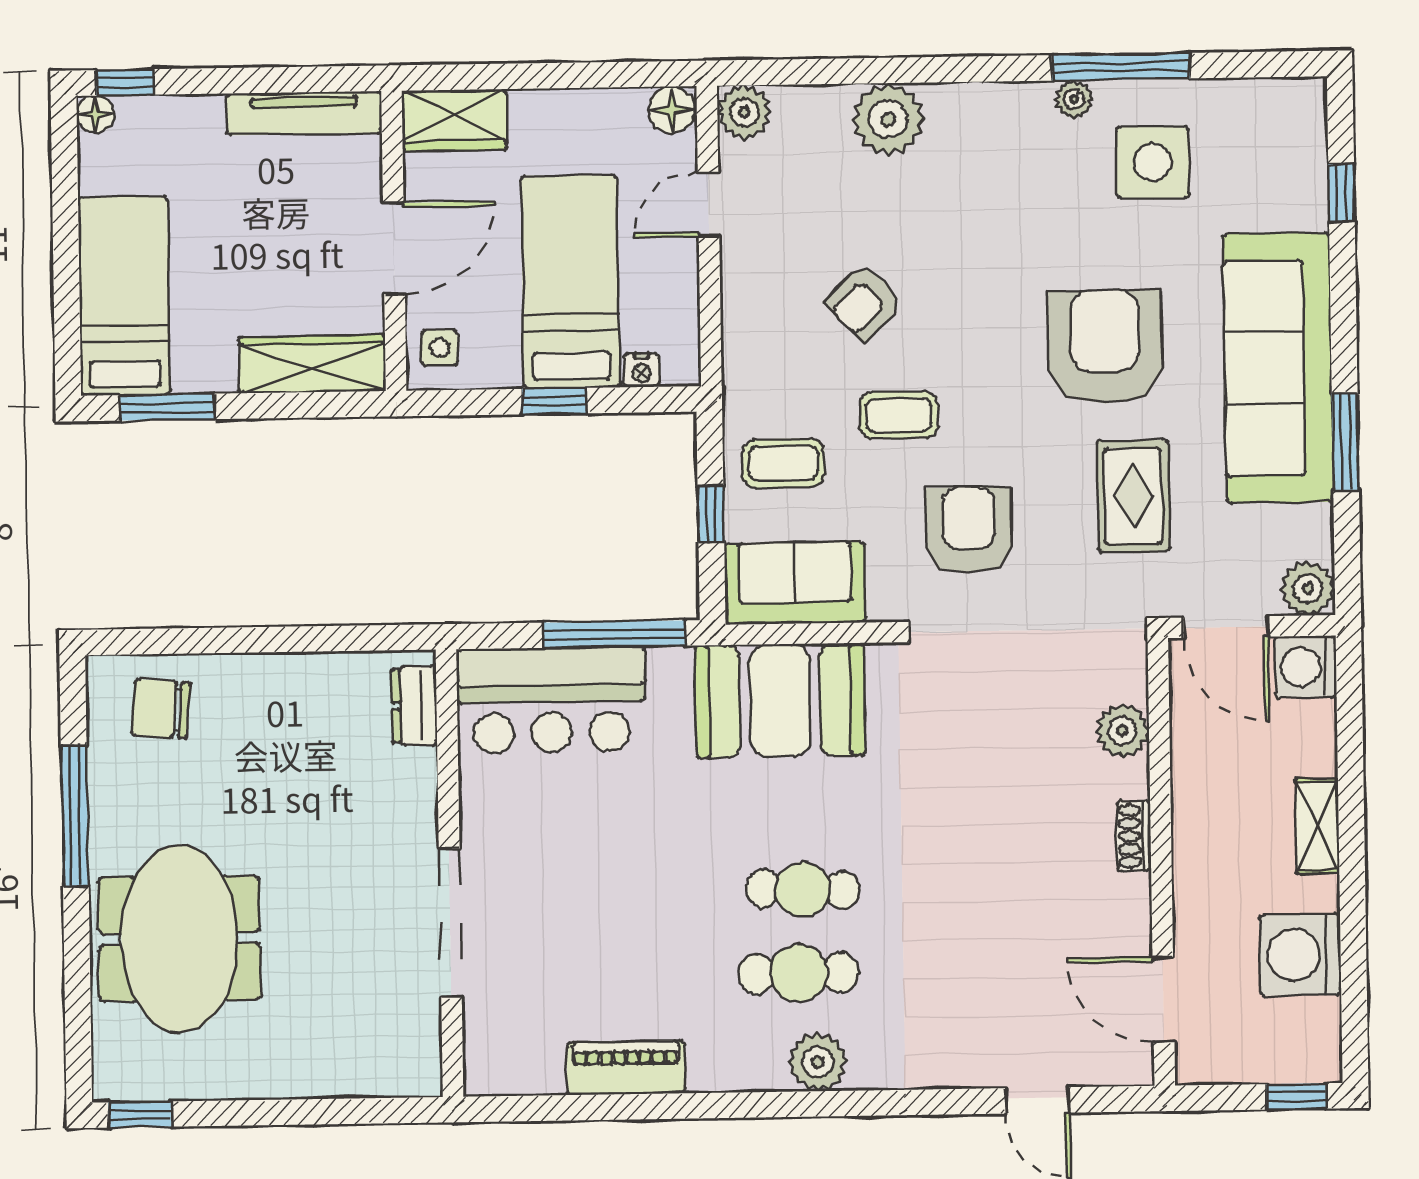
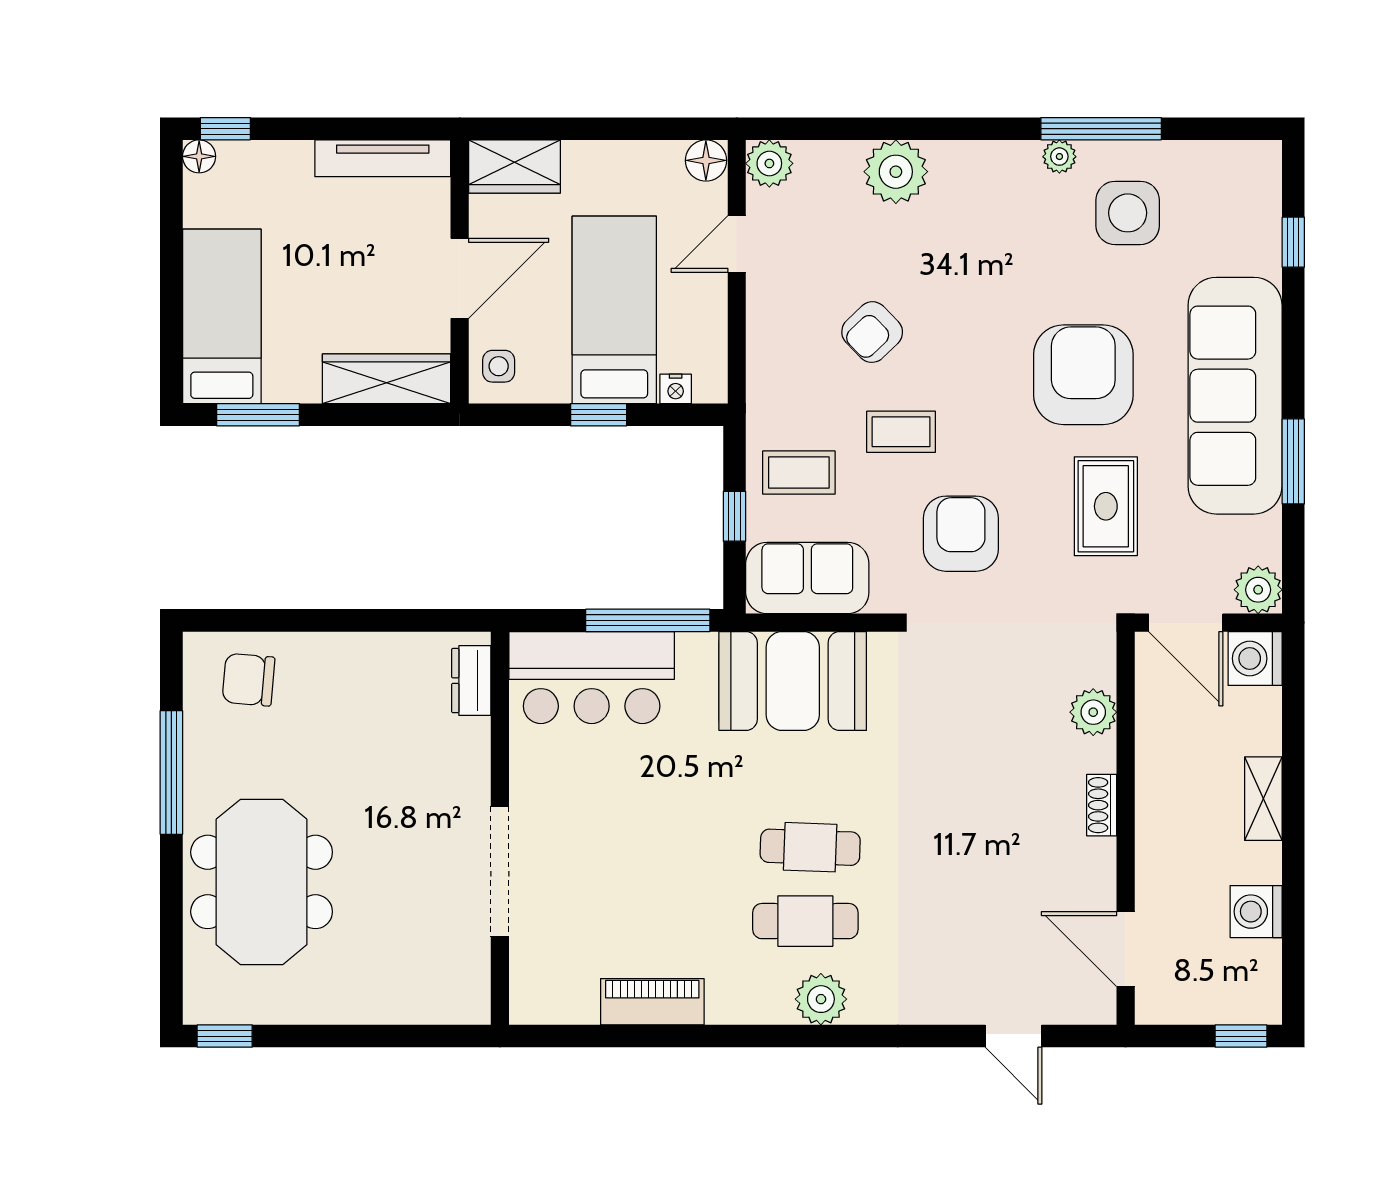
washing machine: (1300, 955) -> (1256, 912), width x0.73, depth x0.73

